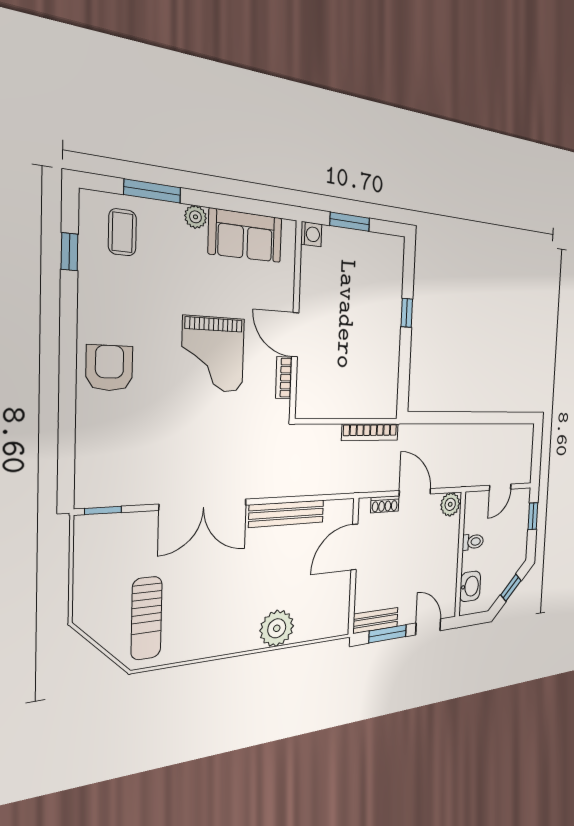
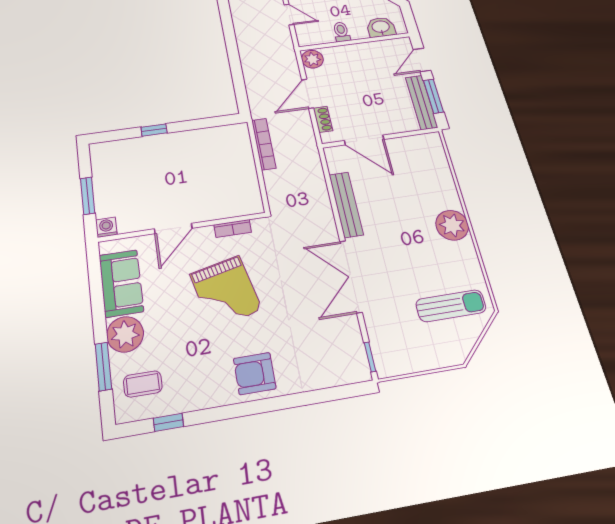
plant: (195, 217) -> (125, 334), width x1.88, depth x1.88
door: (295, 335) -> (173, 229), moved
grand piano: (213, 354) -> (226, 292), turned 77
double door: (203, 505) -> (351, 276), swing flipped
bench: (376, 620) -> (421, 102), width x1.36
plant: (277, 628) -> (452, 225), moved

